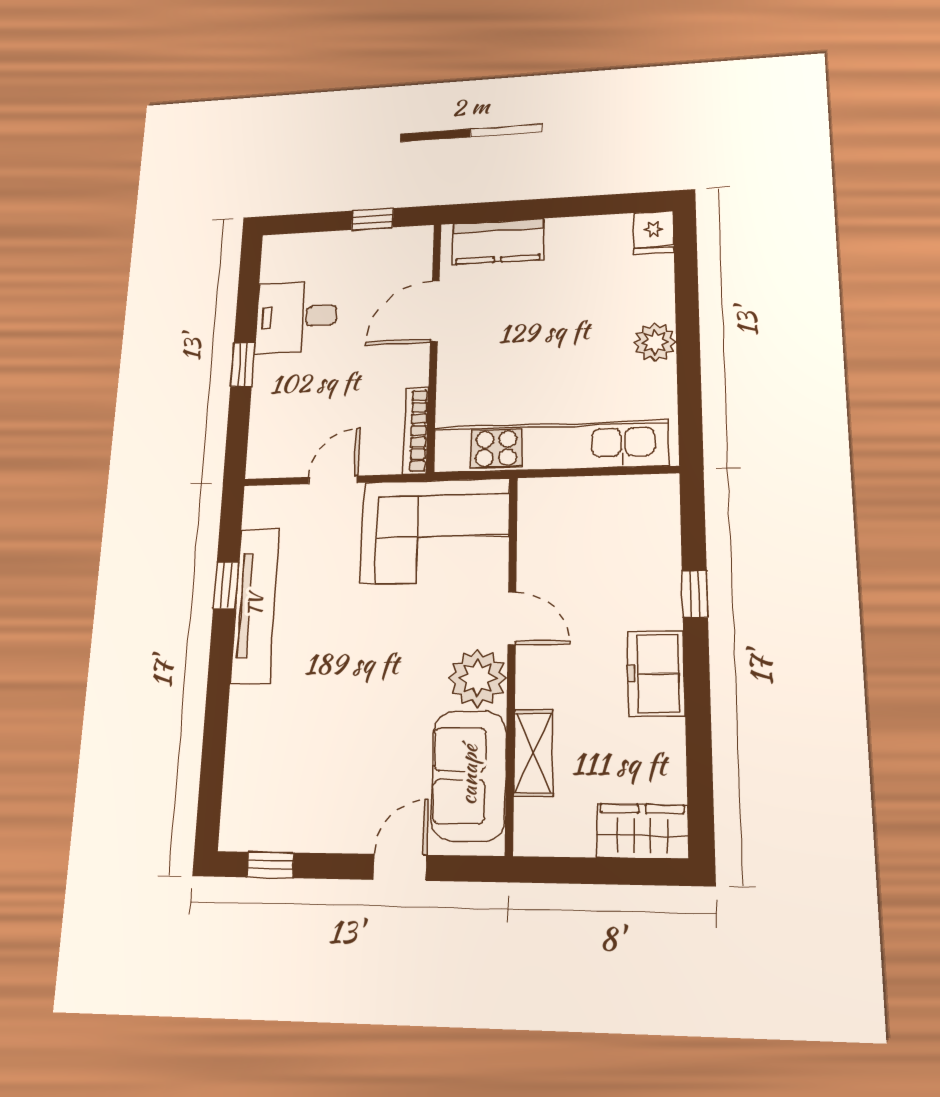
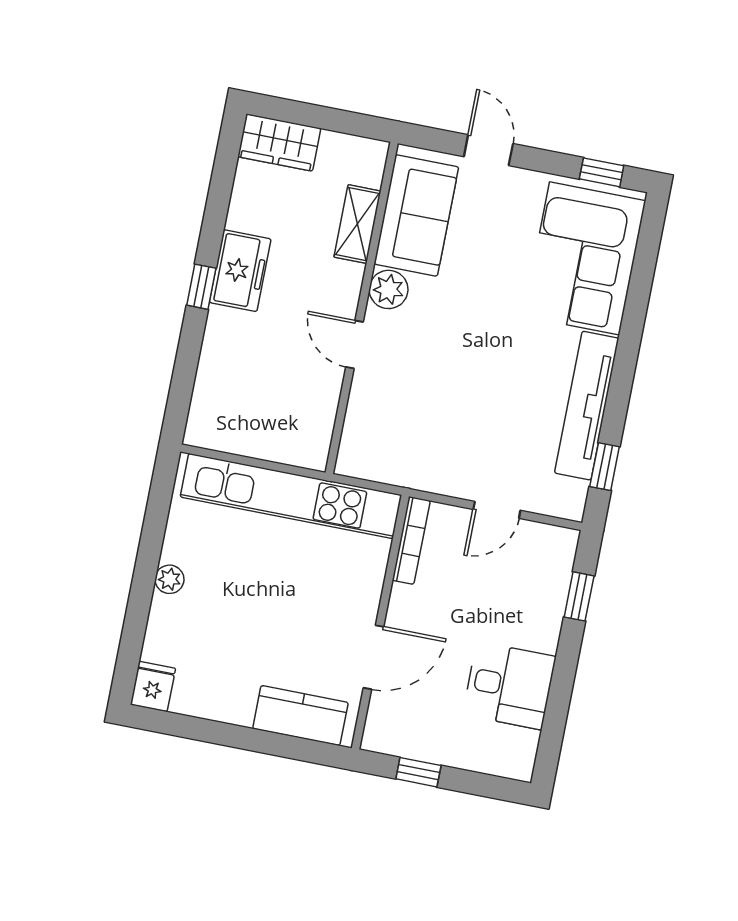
plant: (655, 342) -> (169, 579), width x0.73, depth x0.73
window: (243, 364) -> (579, 596), moved
corner sofa: (435, 531) -> (585, 258), moved, turned -90
window: (226, 585) -> (605, 467), moved
window: (695, 594) -> (201, 287), moved
plant: (478, 678) -> (389, 289), width x0.73, depth x0.73
door: (400, 867) -> (488, 150), swing flipped

